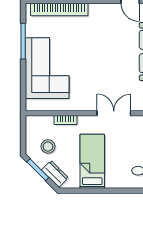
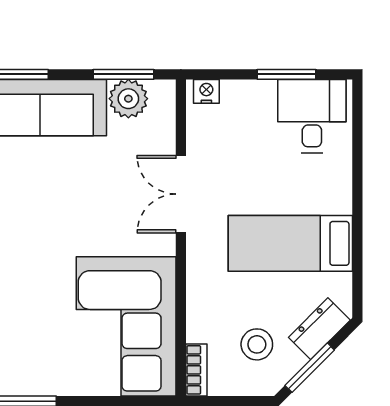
corner sofa: (47, 68) -> (126, 326), moved, turned -90
bookcase: (65, 120) -> (196, 370), moved

